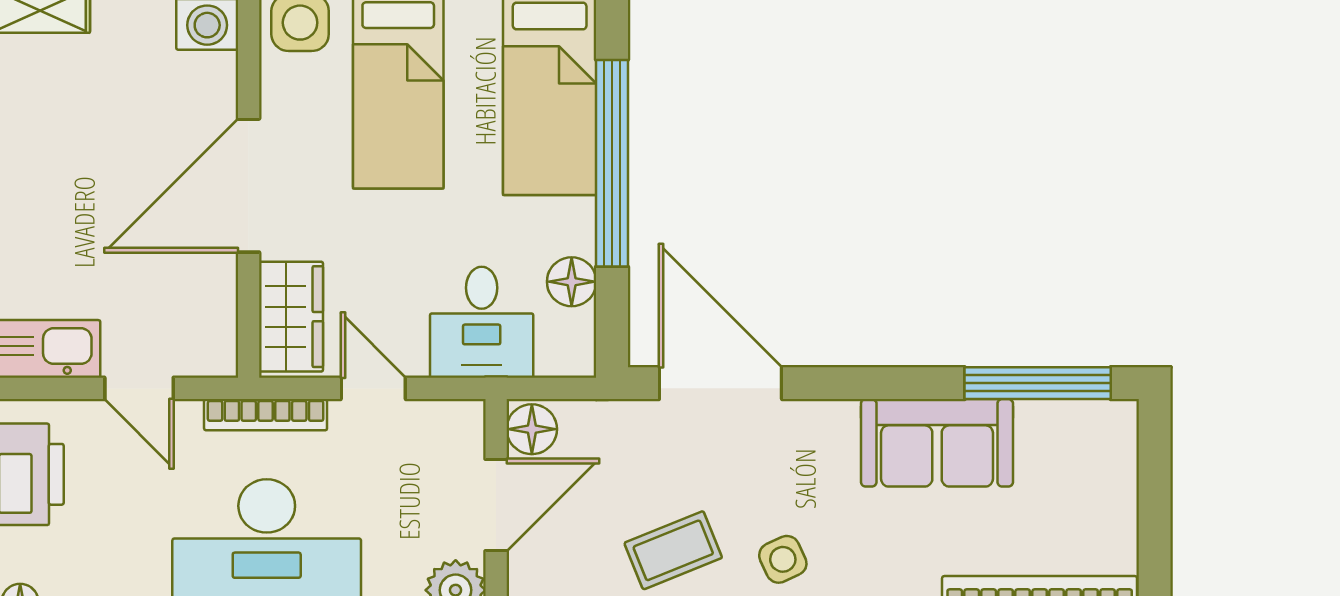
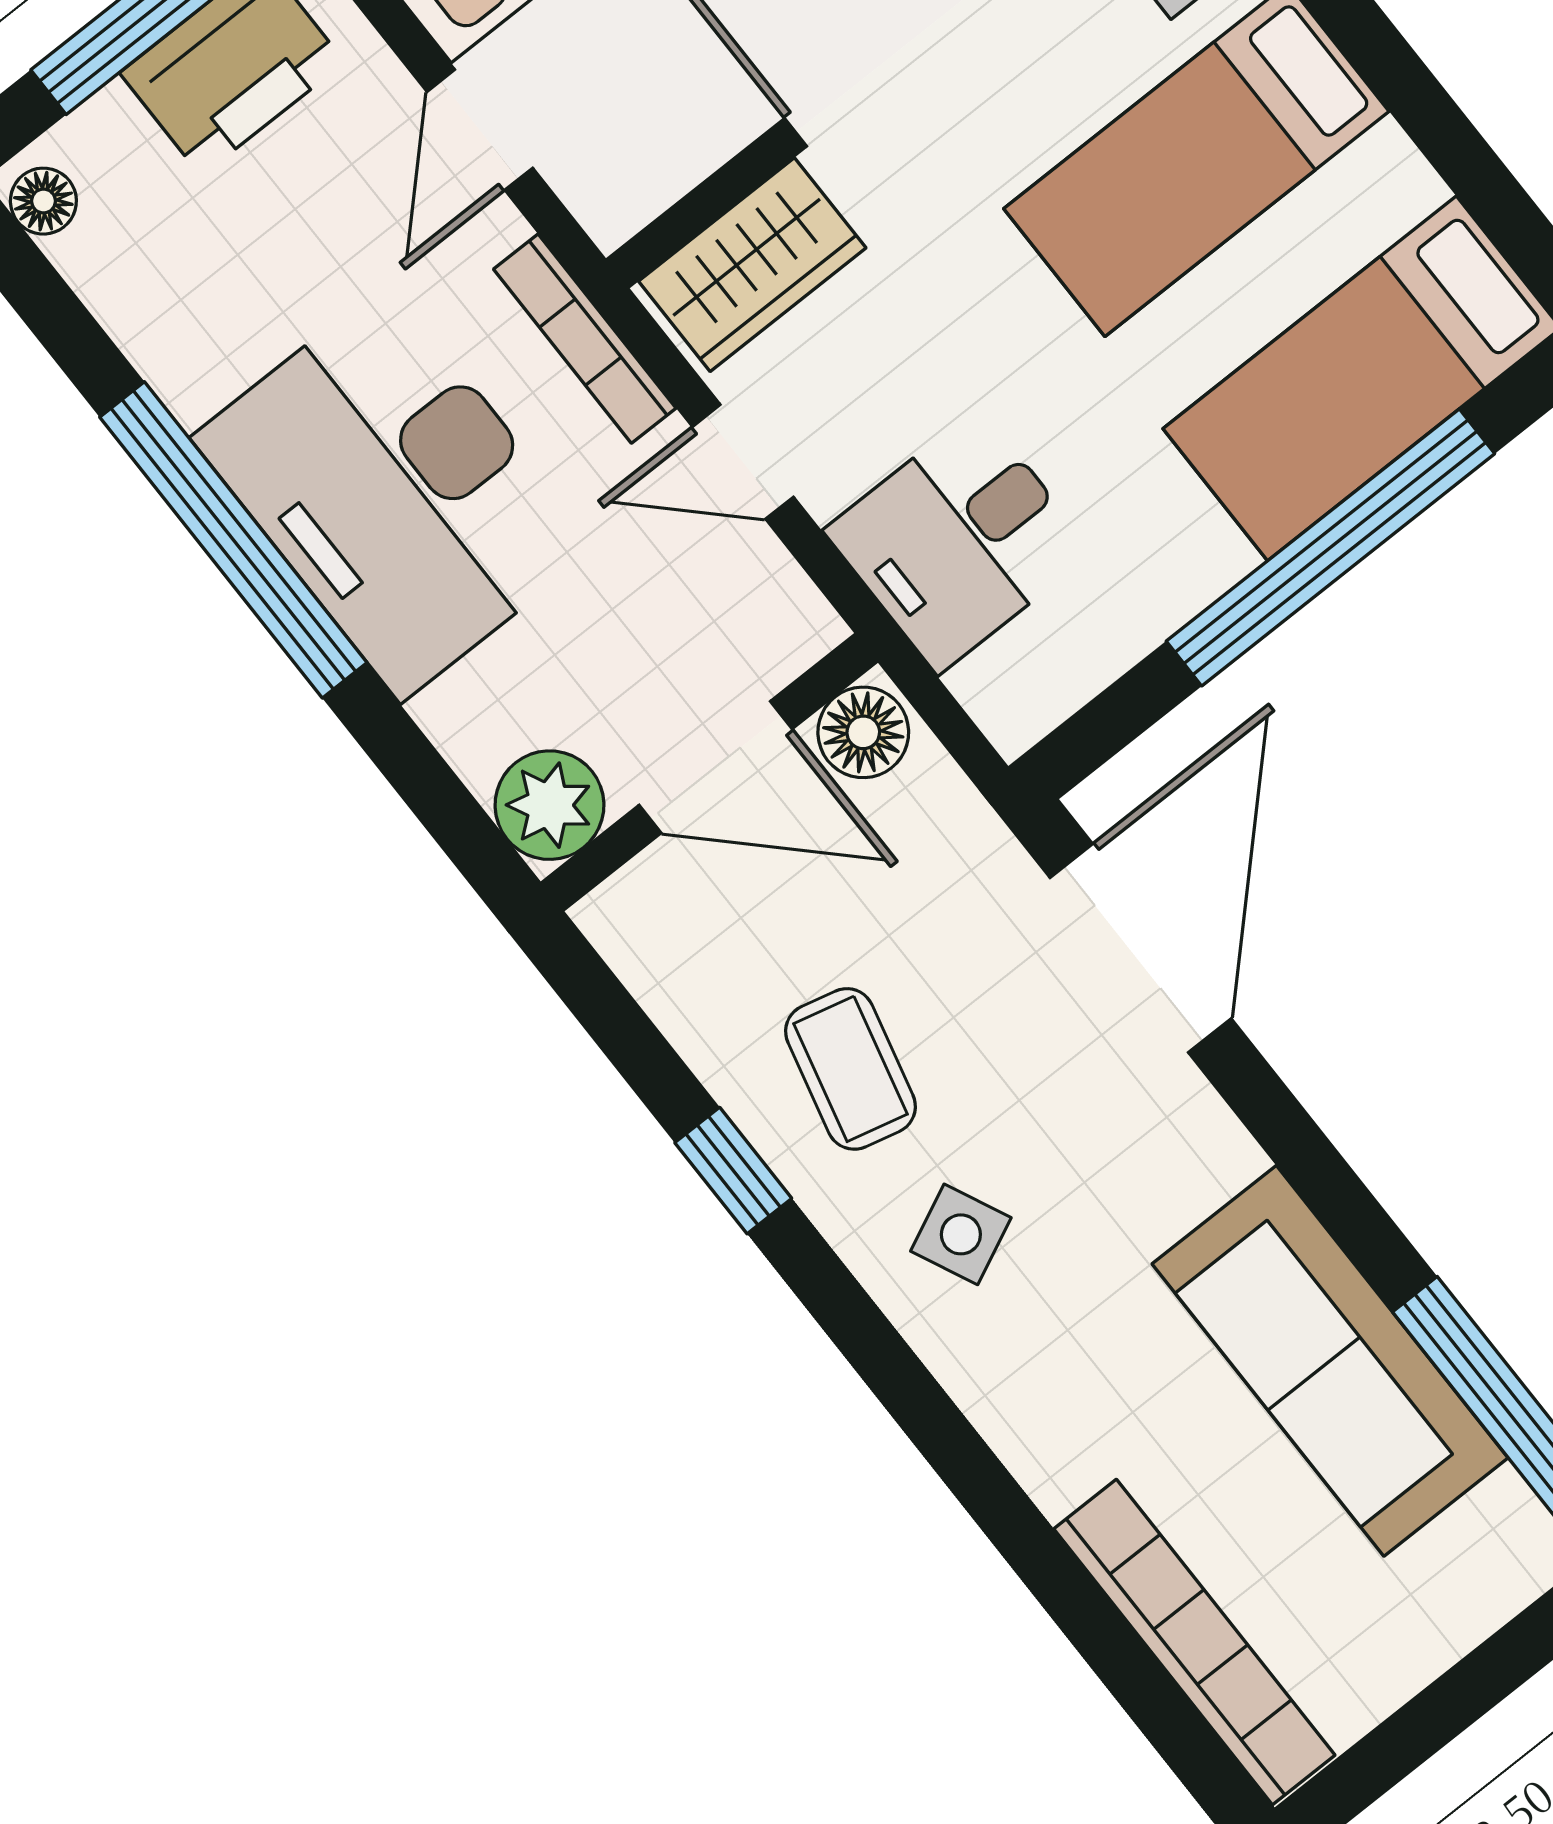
floor lamp: (572, 282) -> (1117, 623), removed
door: (373, 388) -> (743, 462), swing flipped
sofa: (937, 443) -> (1330, 1361), width x1.36
coffee table: (673, 550) -> (850, 1069), turned 36

